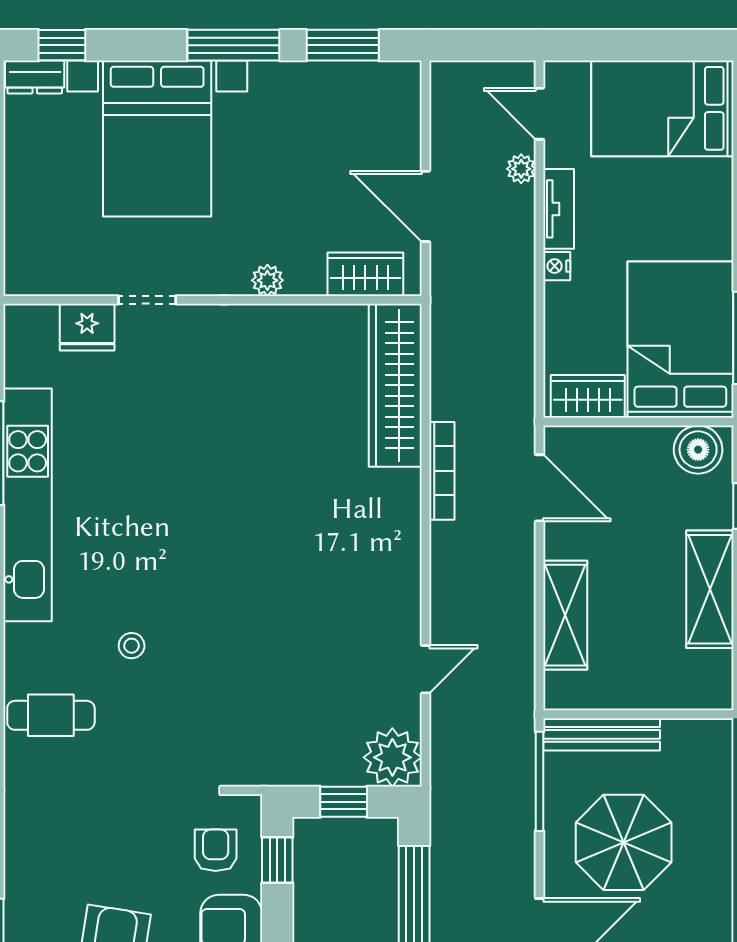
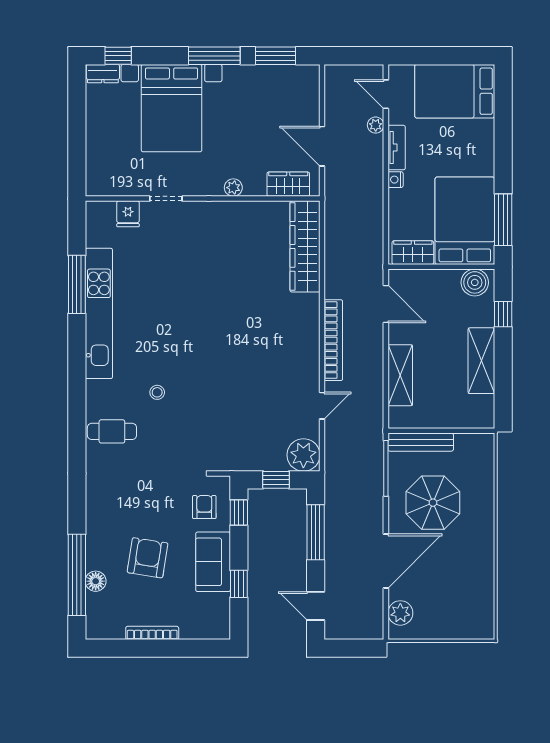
fridge: (87, 327) -> (128, 214), width x0.72
bookcase: (442, 471) -> (333, 340), moved, width x1.48, depth x1.31

